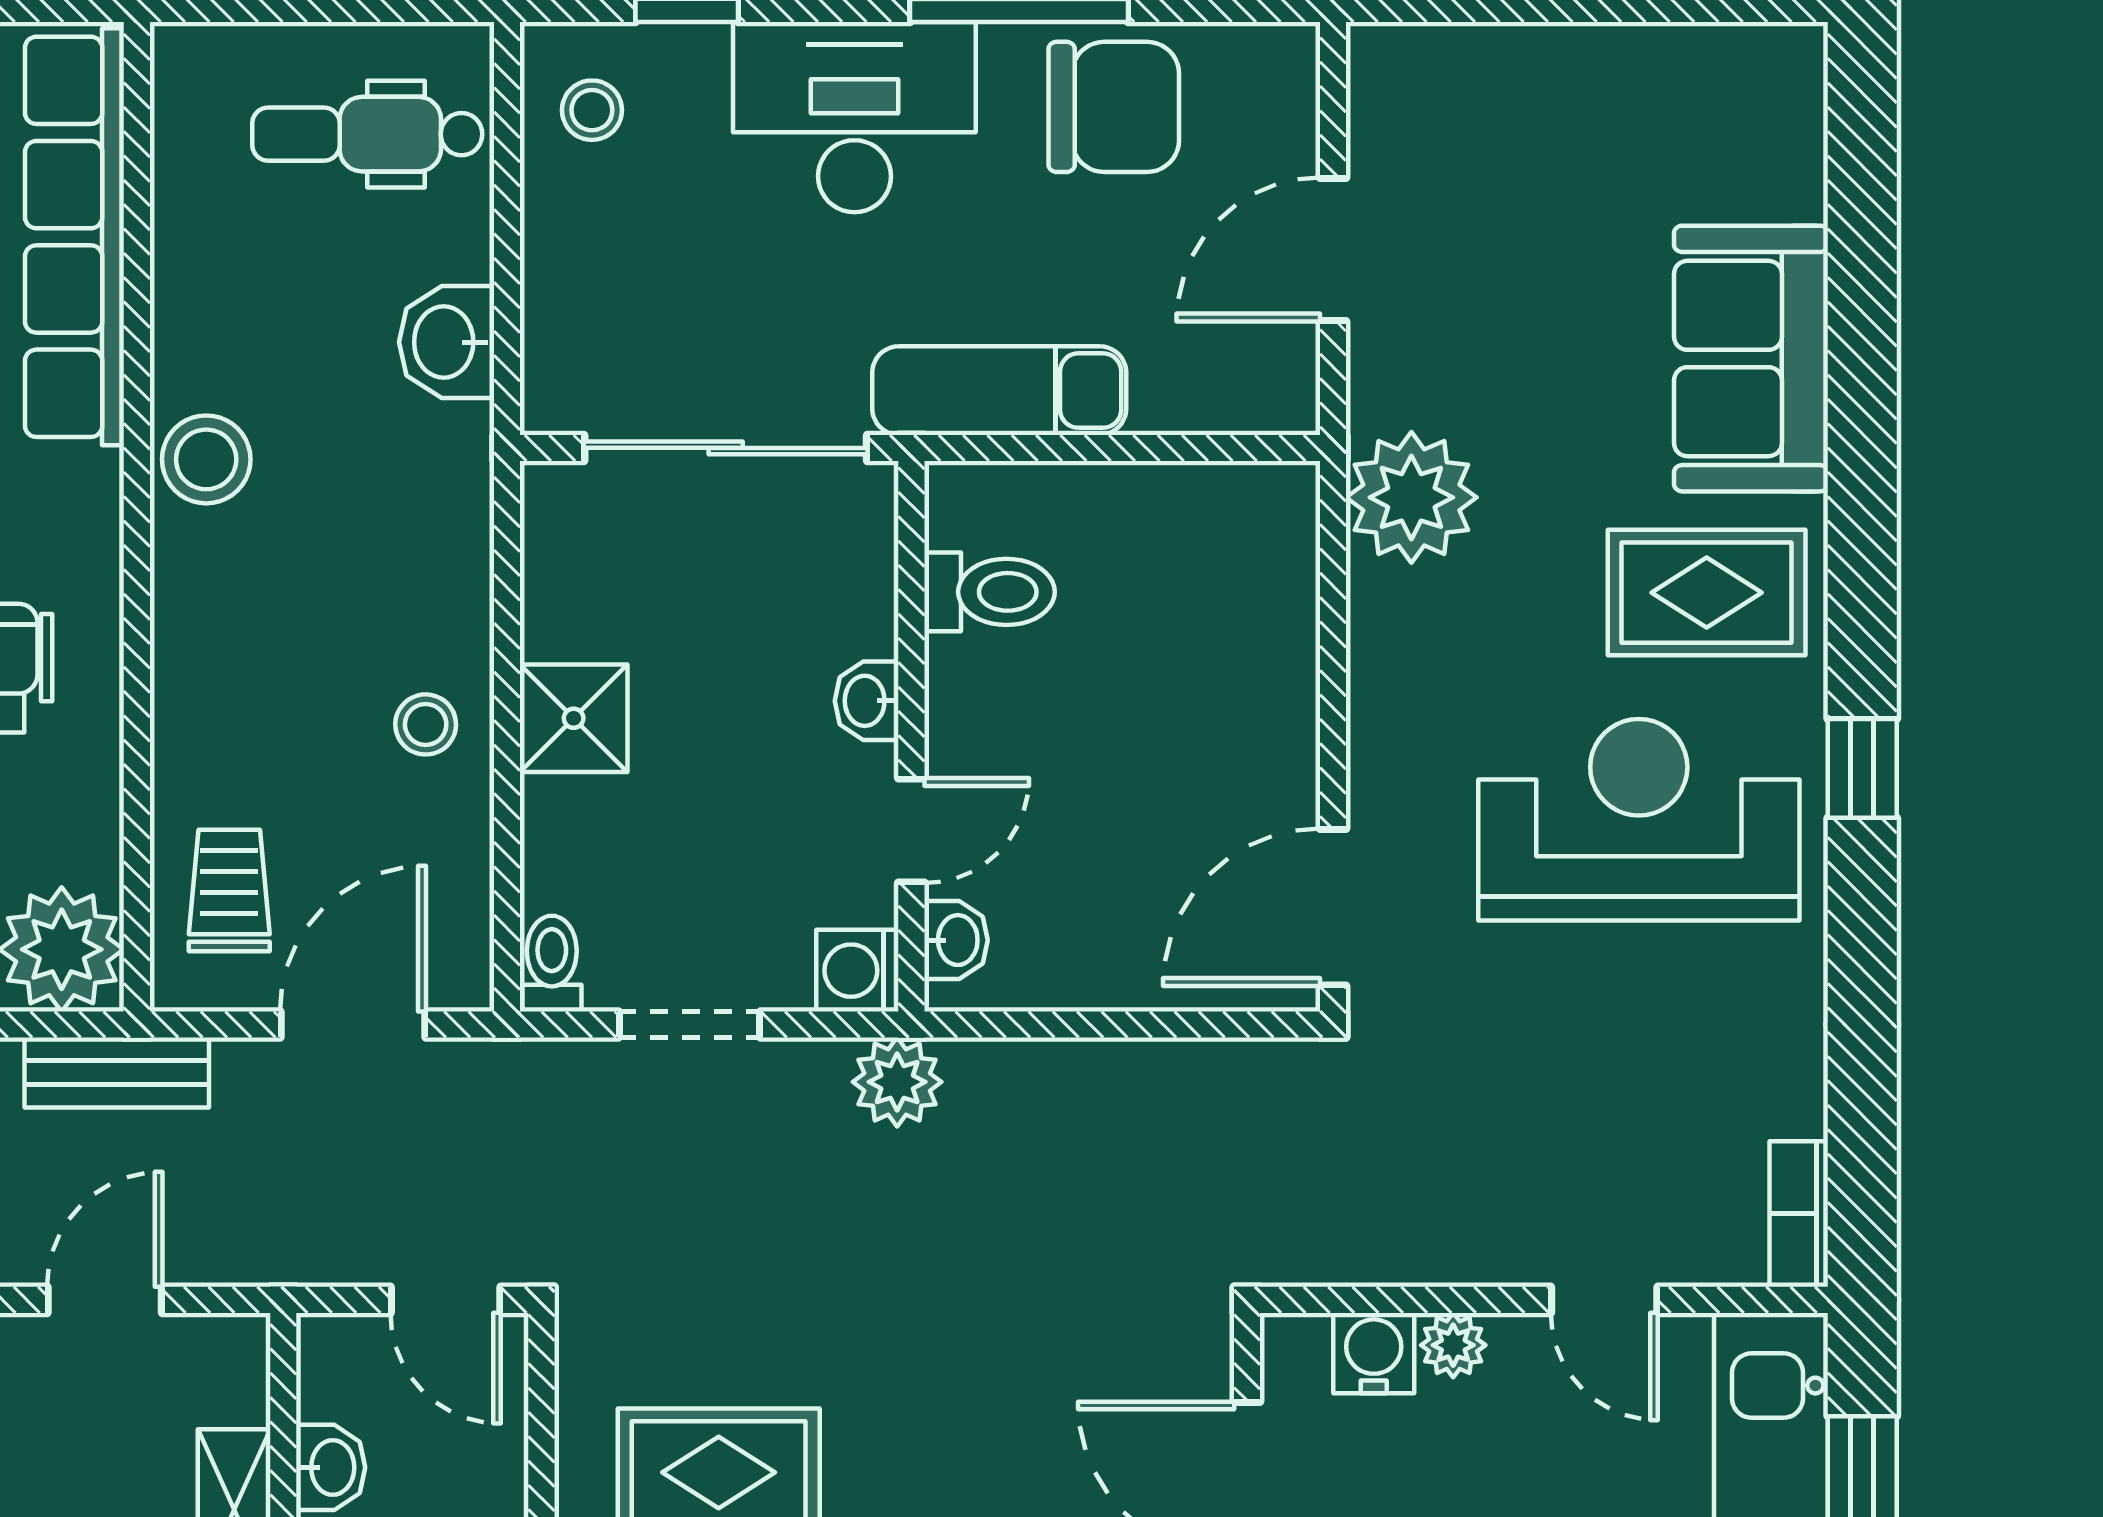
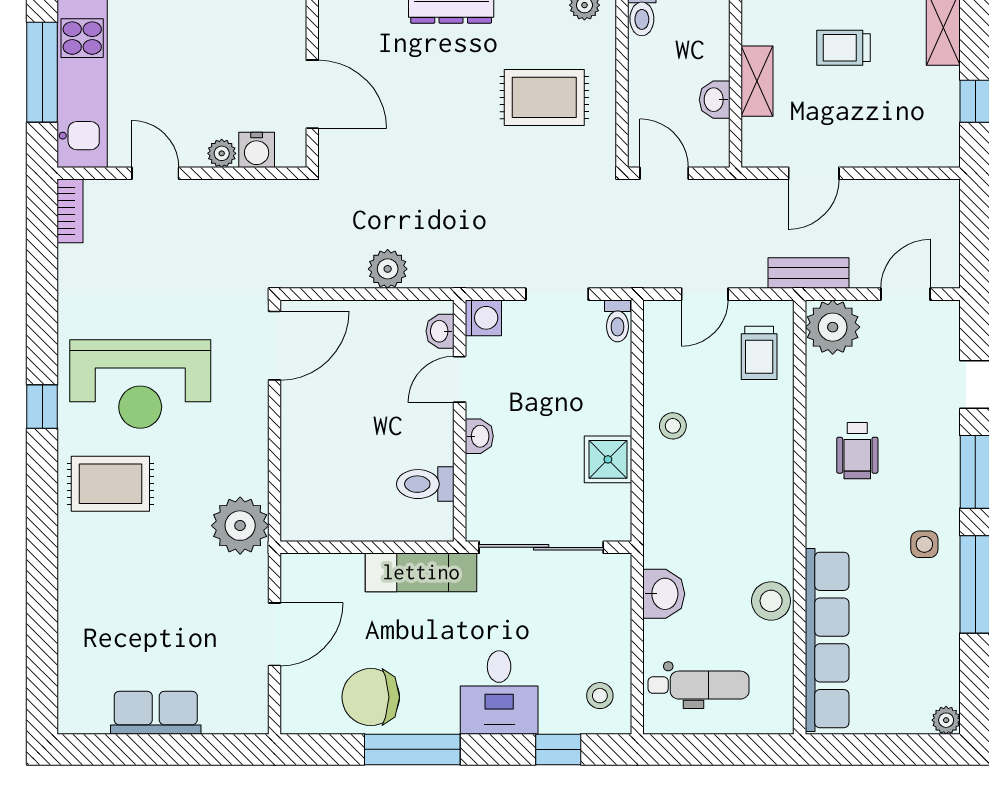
row of seats: (1603, 71) -> (156, 713), added
desk: (854, 117) -> (499, 693), width x0.73
sofa: (1751, 359) -> (91, 587), removed
stool: (206, 459) -> (771, 601), moved
shower: (574, 718) -> (608, 459), moved
door: (353, 1025) -> (705, 294), width x0.73
plant: (897, 1082) -> (388, 269), moved

